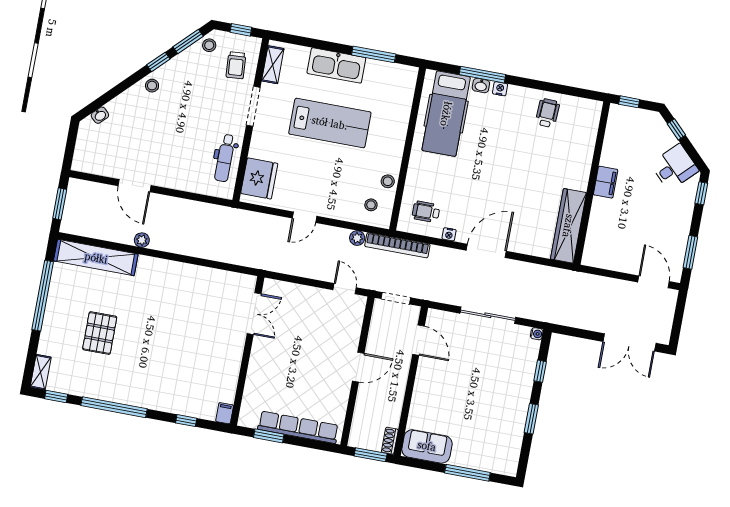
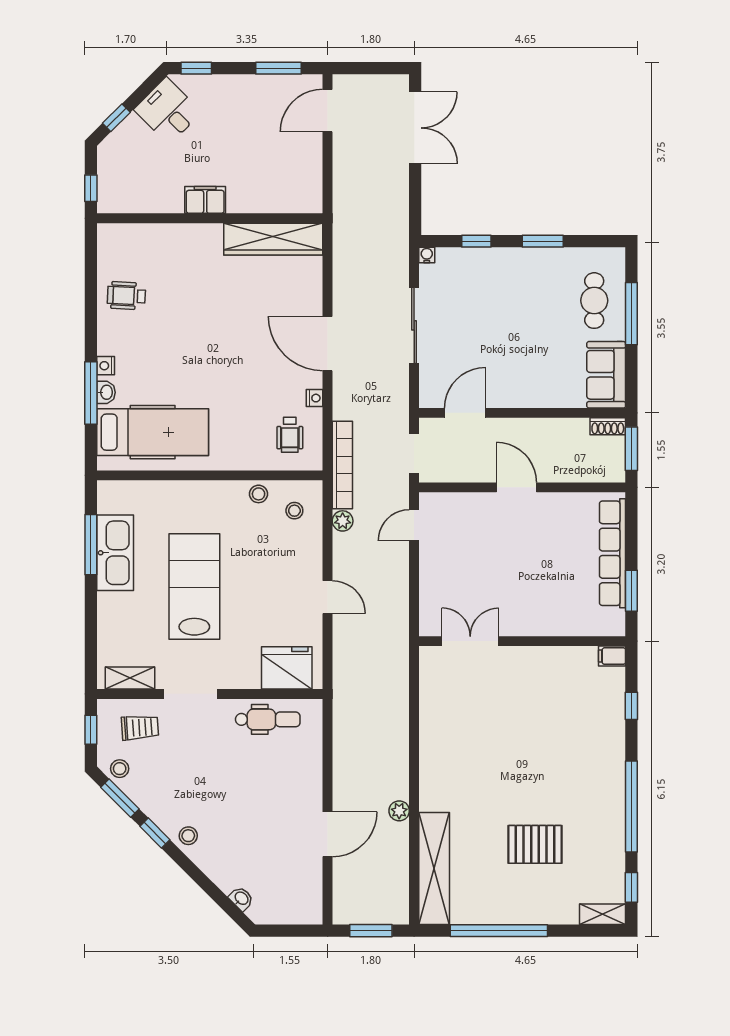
kitchen sink: (336, 65) -> (115, 553), moved
cafe table: (482, 448) -> (594, 301), added

